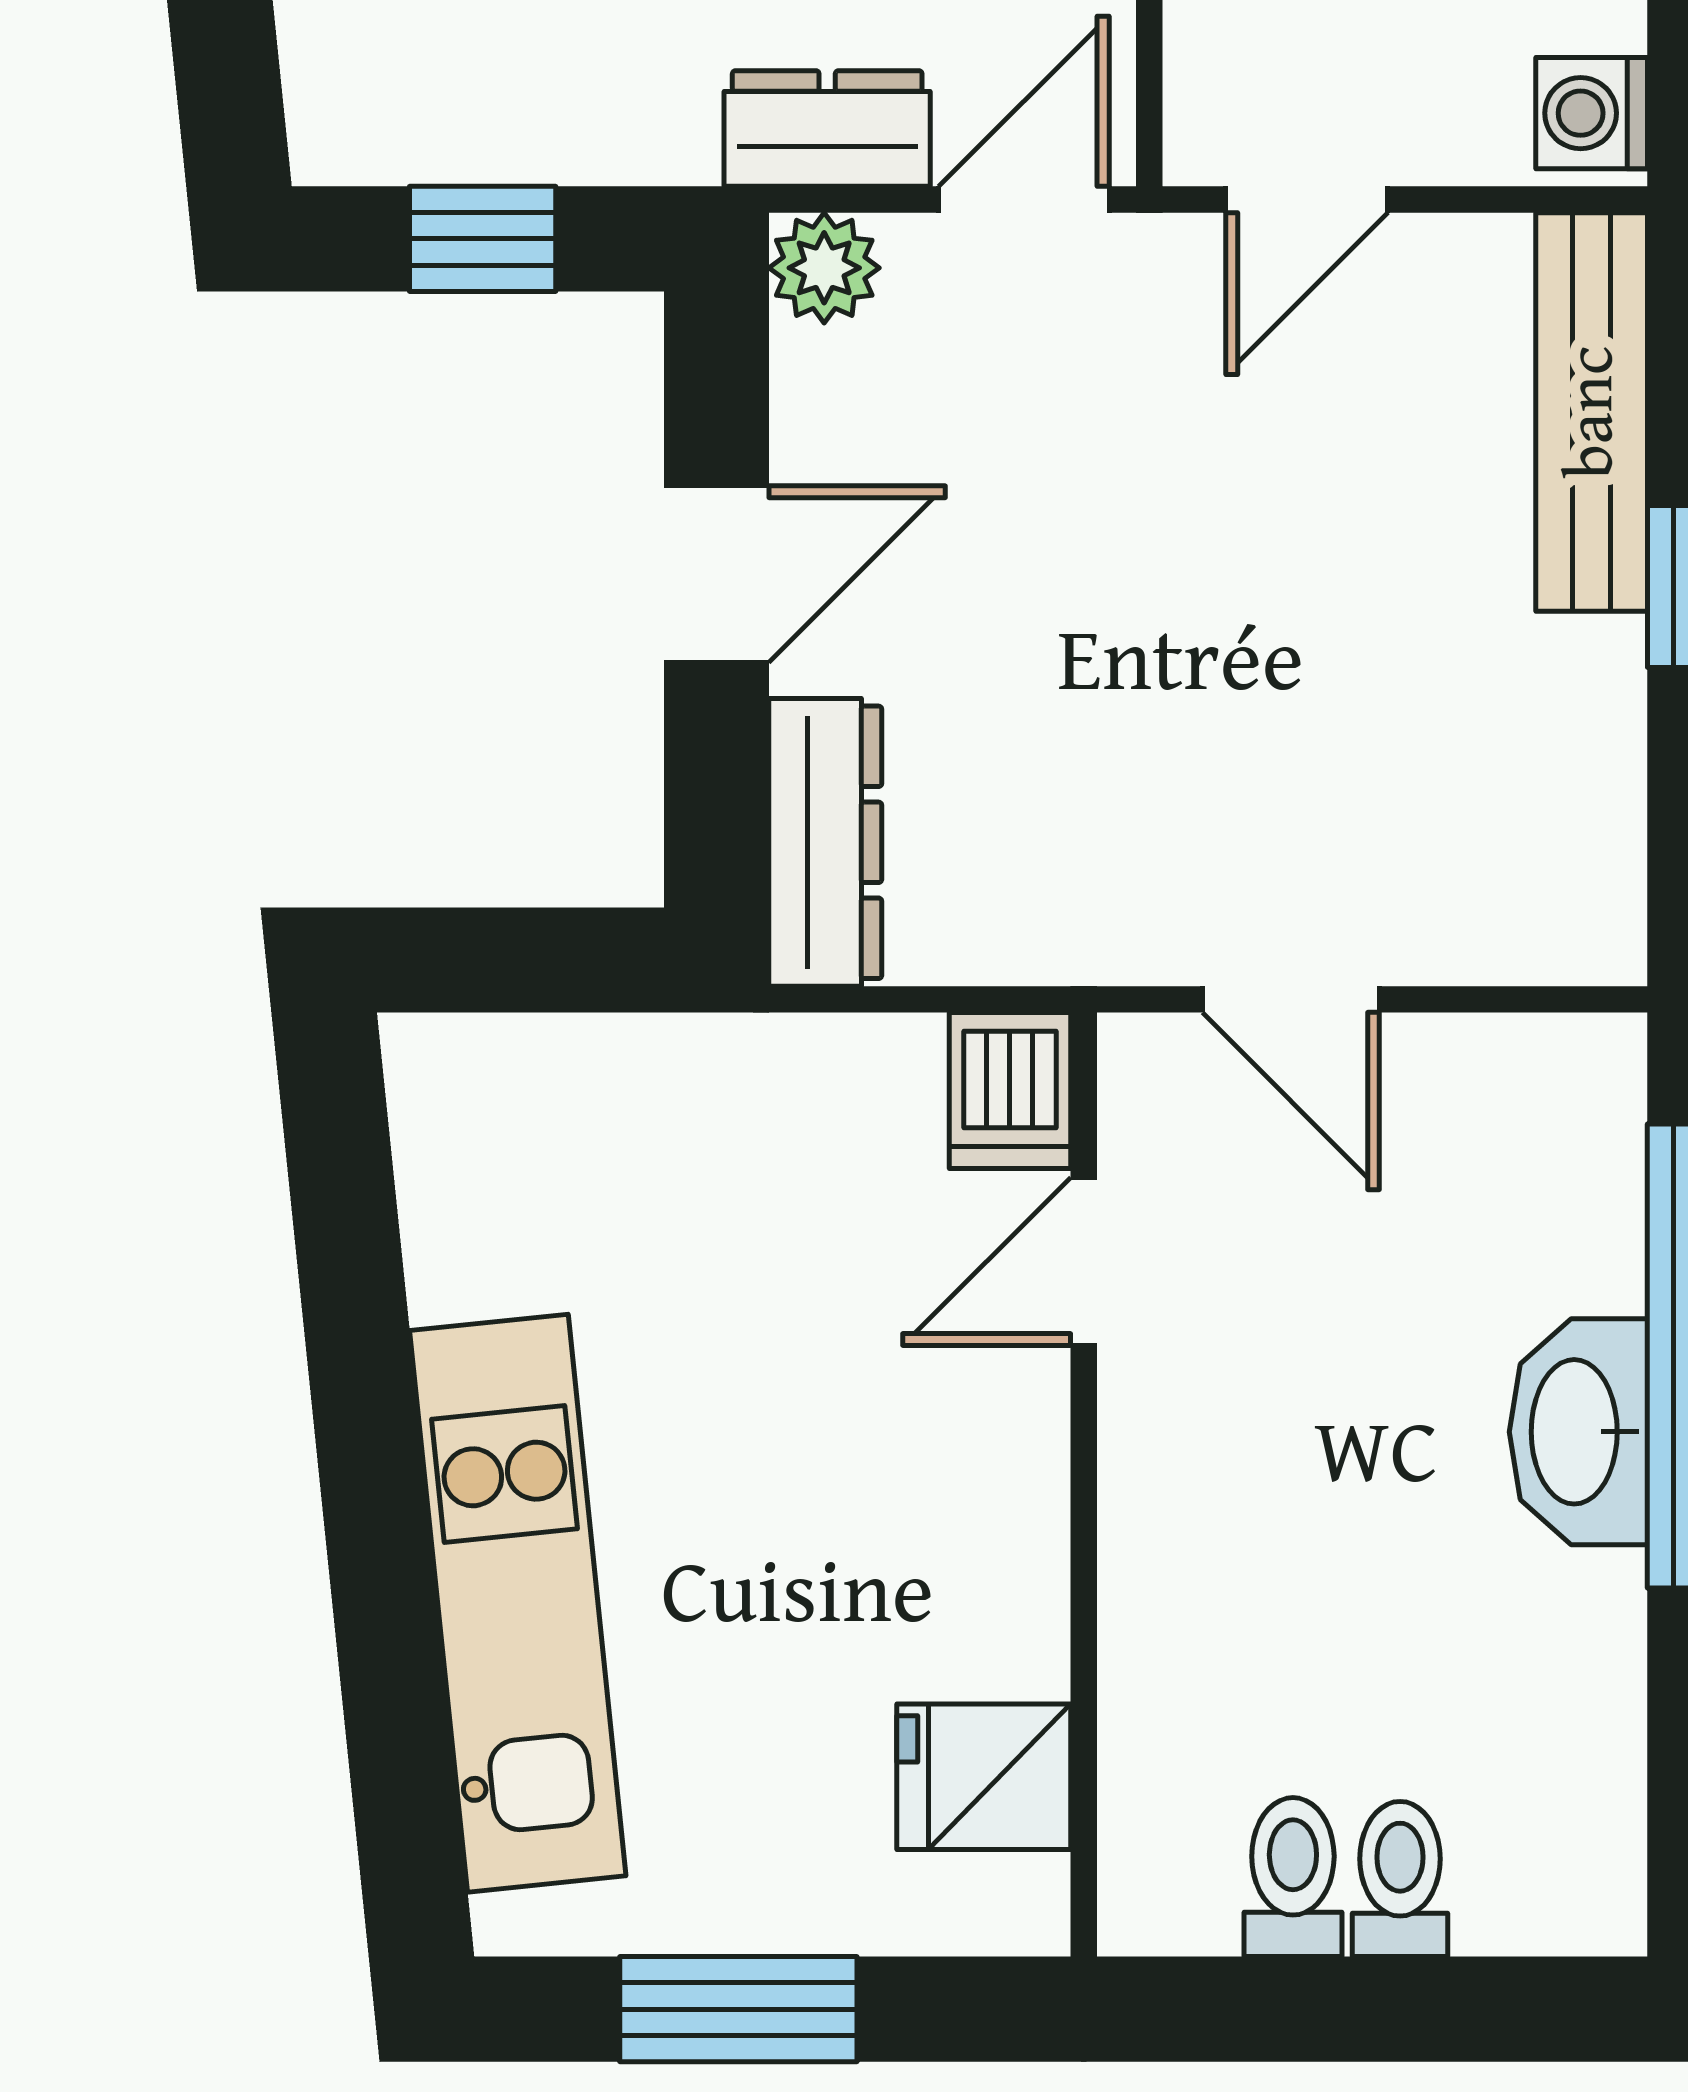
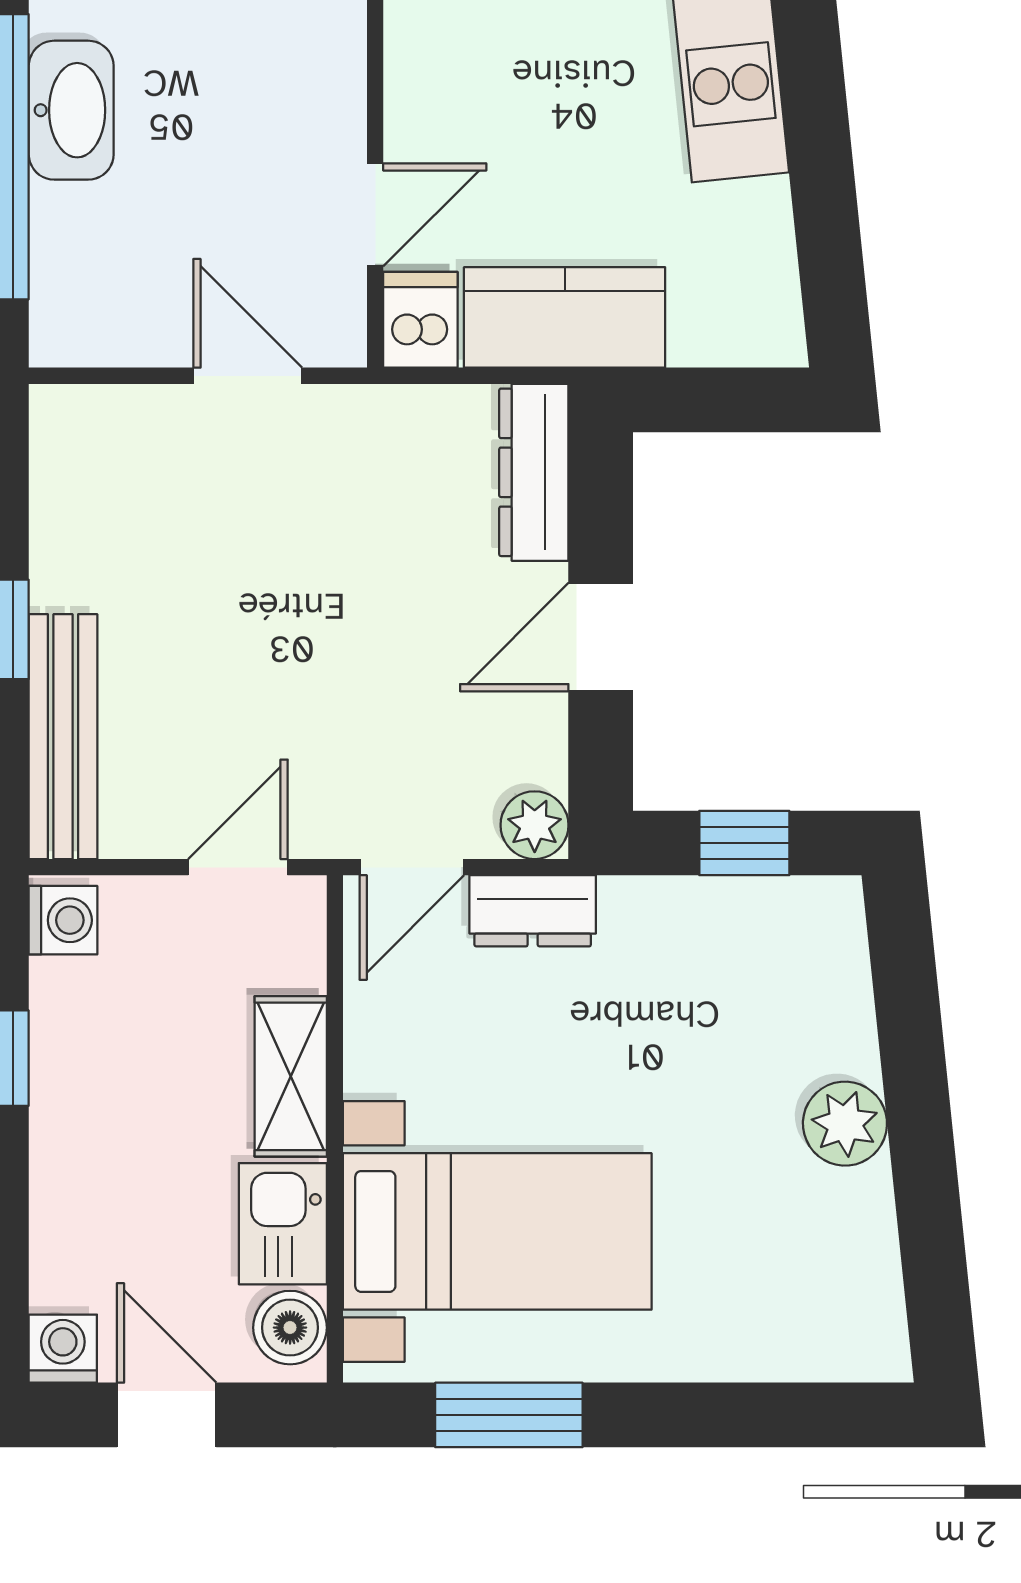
kitchen counter: (775, 1094) -> (565, 317), added

